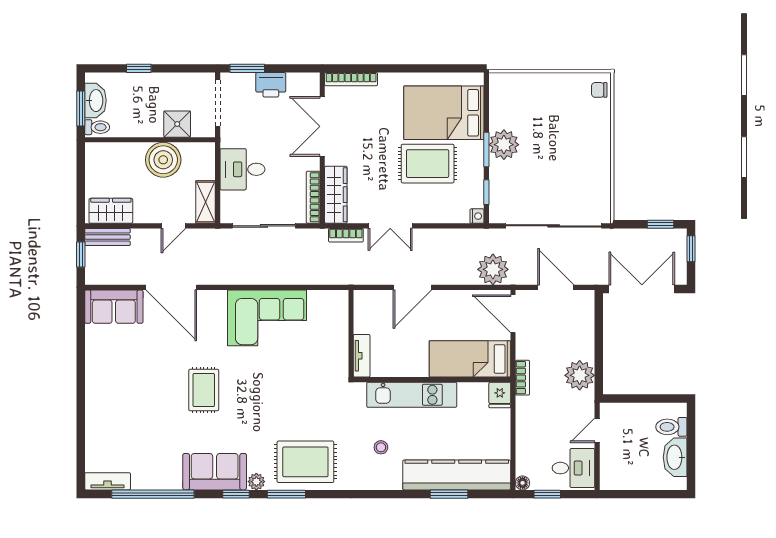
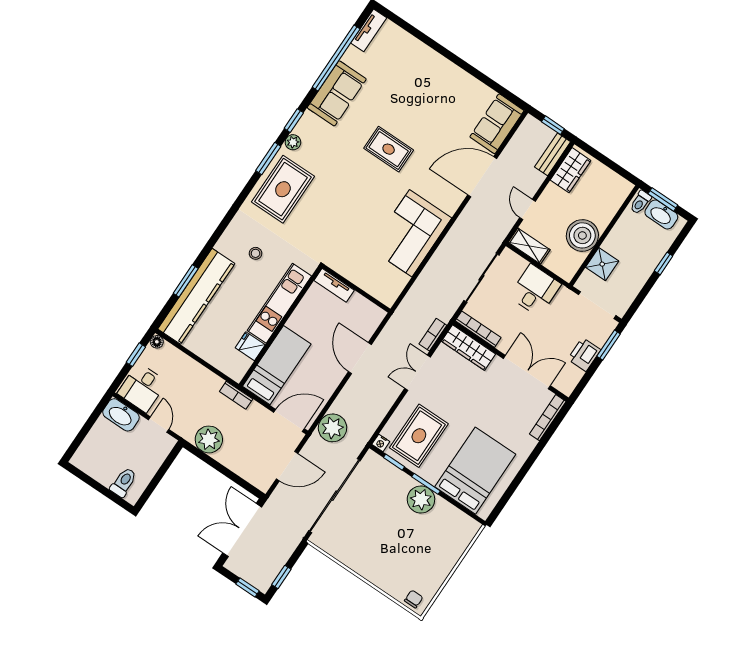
rug: (428, 164) -> (419, 436), moved
double door: (642, 289) -> (242, 530), swing flipped
fridge: (500, 395) -> (250, 346), moved
washbasin: (675, 457) -> (121, 415), moved, turned 180
sofa: (215, 472) -> (337, 93), moved

